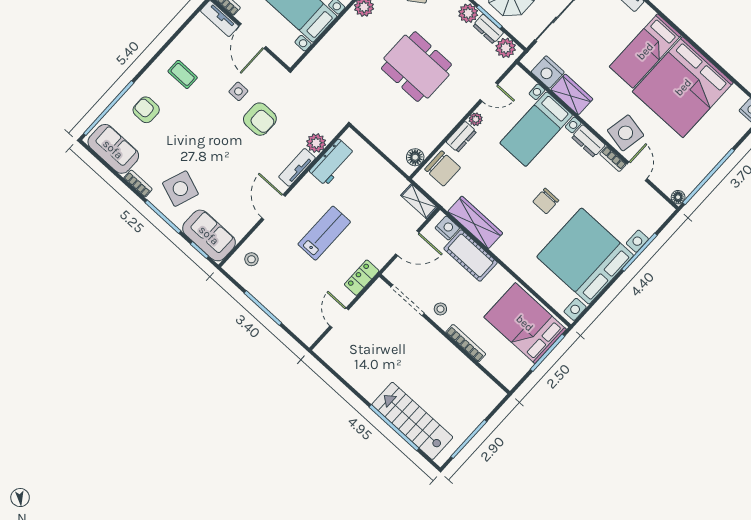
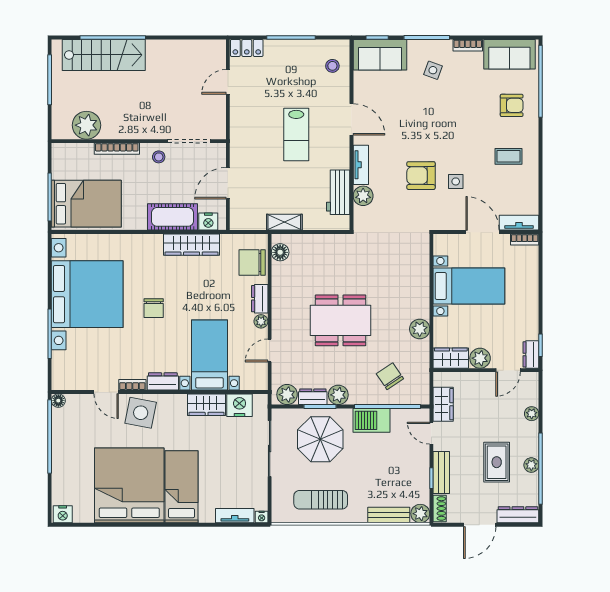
side table: (180, 189) -> (433, 70), width x0.54, depth x0.54
shelving: (419, 201) -> (284, 222), moved
chair: (546, 201) -> (154, 308), turned 180
locker: (362, 278) -> (247, 48), moved, turned 90
door: (339, 318) -> (228, 82), swing flipped
plant: (472, 381) -> (86, 125), added

